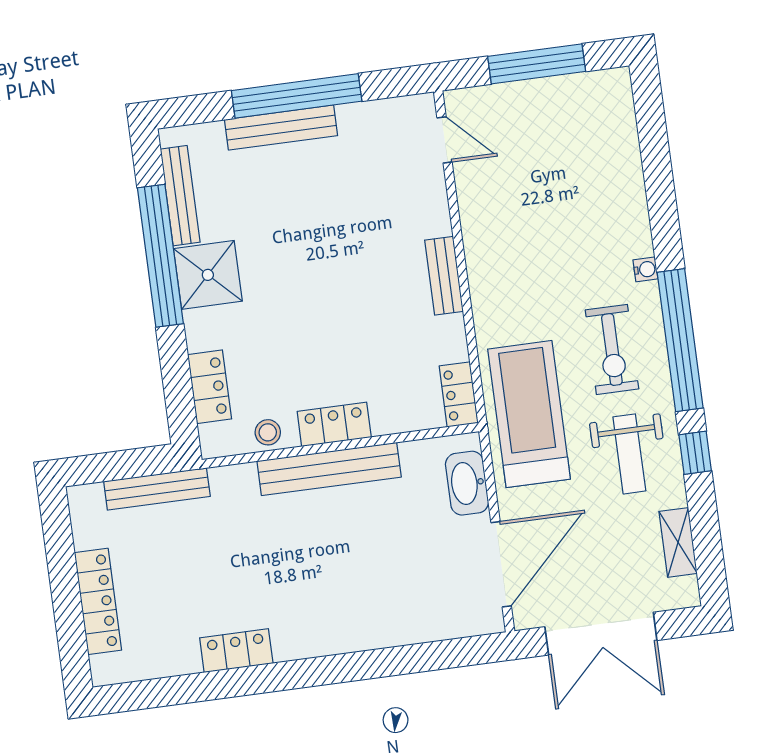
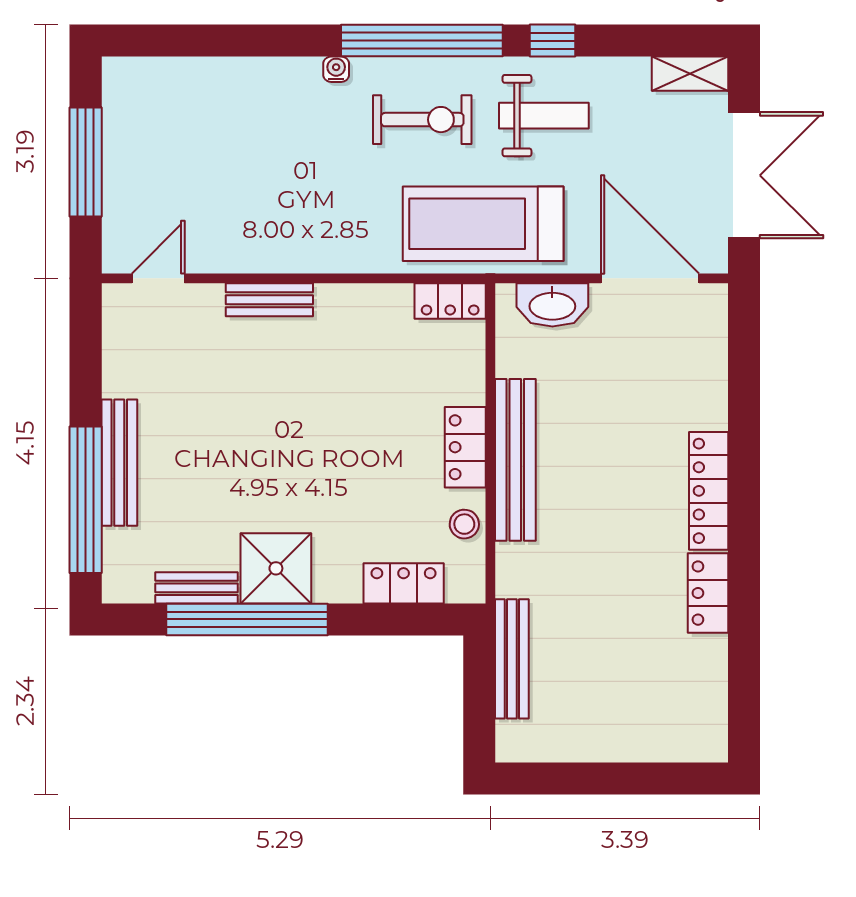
window: (297, 96) -> (86, 500), moved
bench: (180, 196) -> (196, 588), width x0.73
bench: (444, 276) -> (269, 300), moved
shelving: (678, 542) -> (690, 74), moved
locker: (98, 601) -> (709, 491), moved, turned -90

